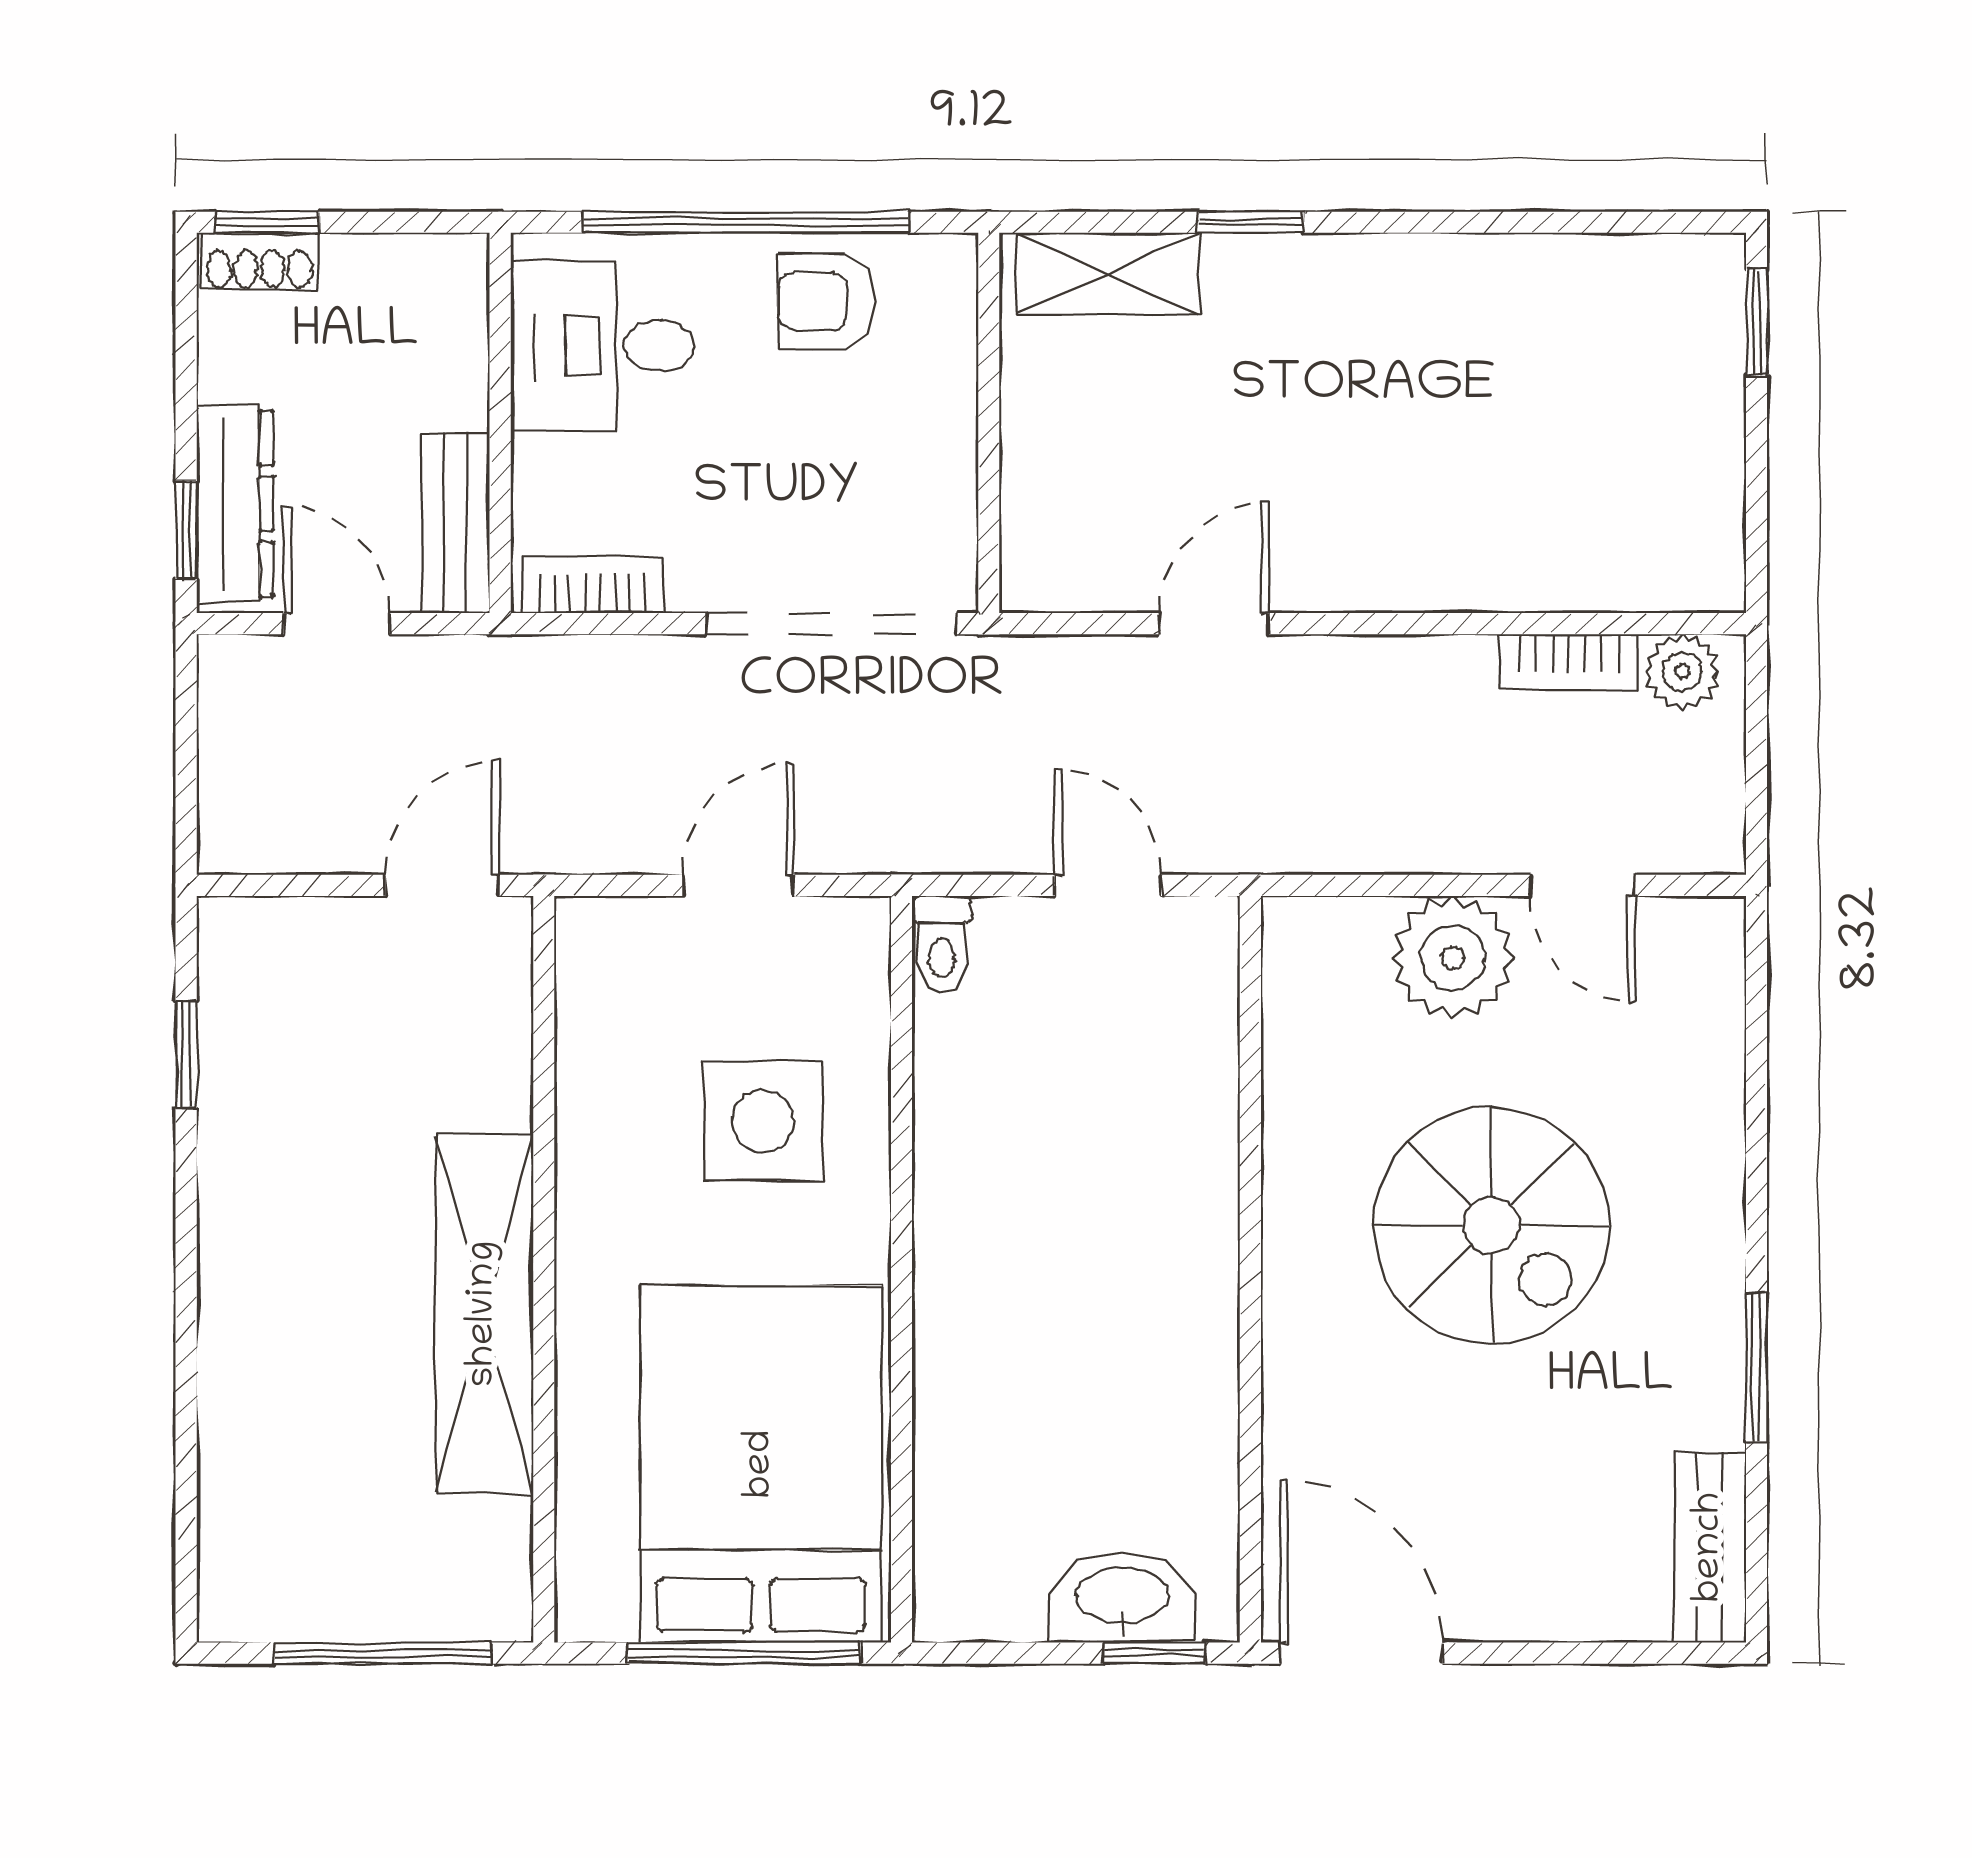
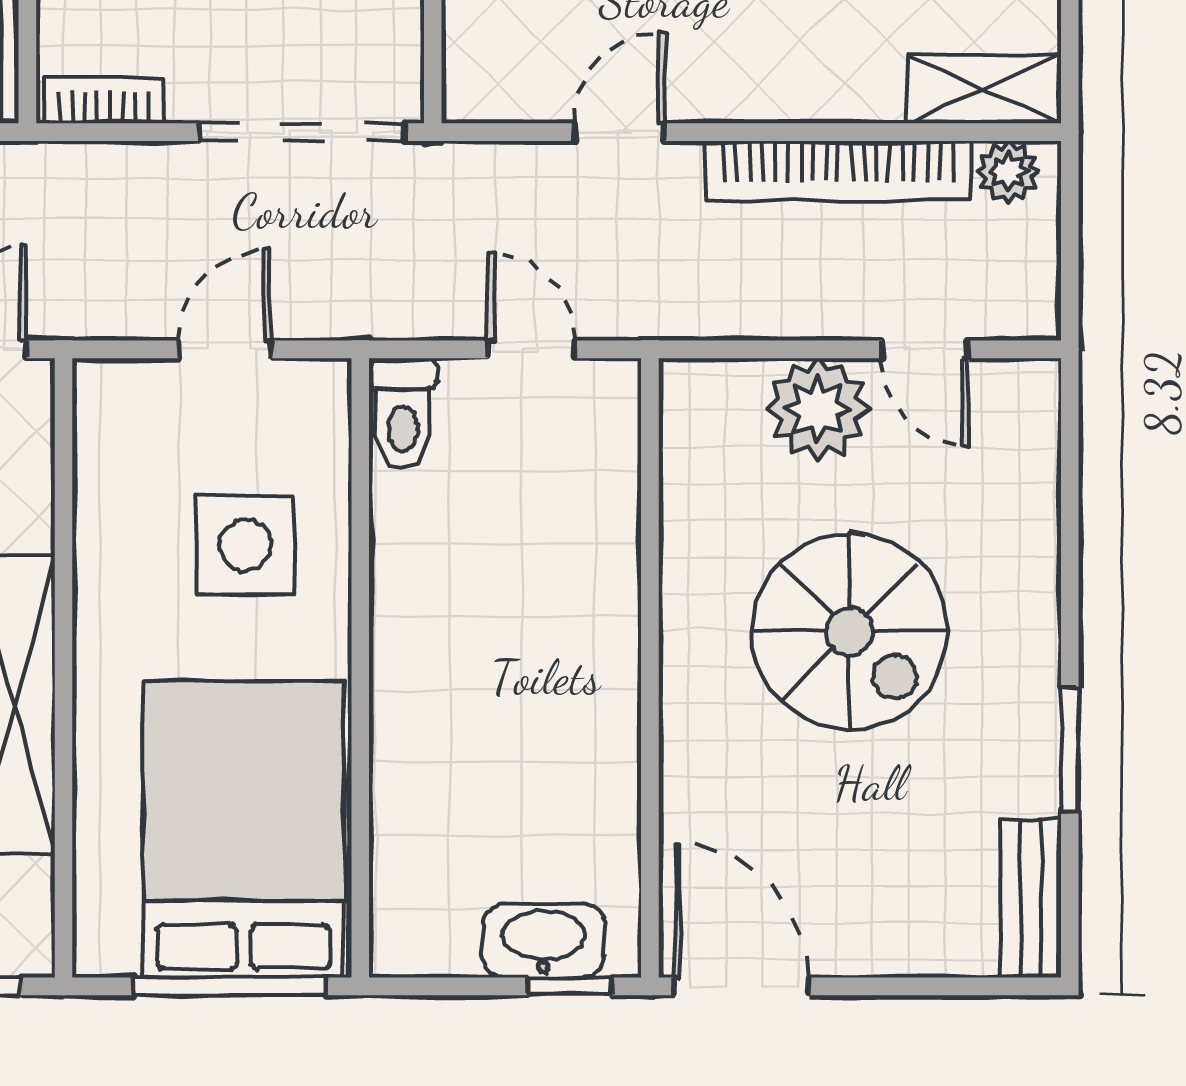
shelving: (1653, 571) -> (984, 89), added
bookcase: (1569, 662) -> (838, 171), width x2.31, depth x1.31
toilet: (942, 944) -> (403, 414), width x1.37, depth x1.39

